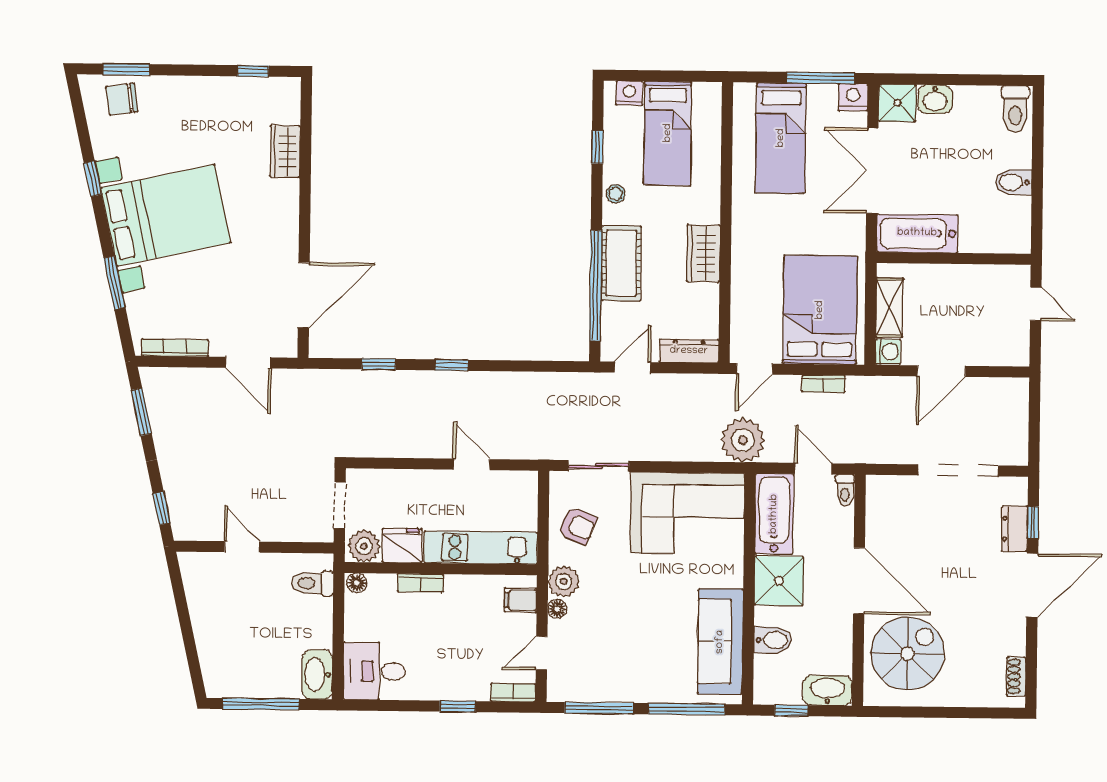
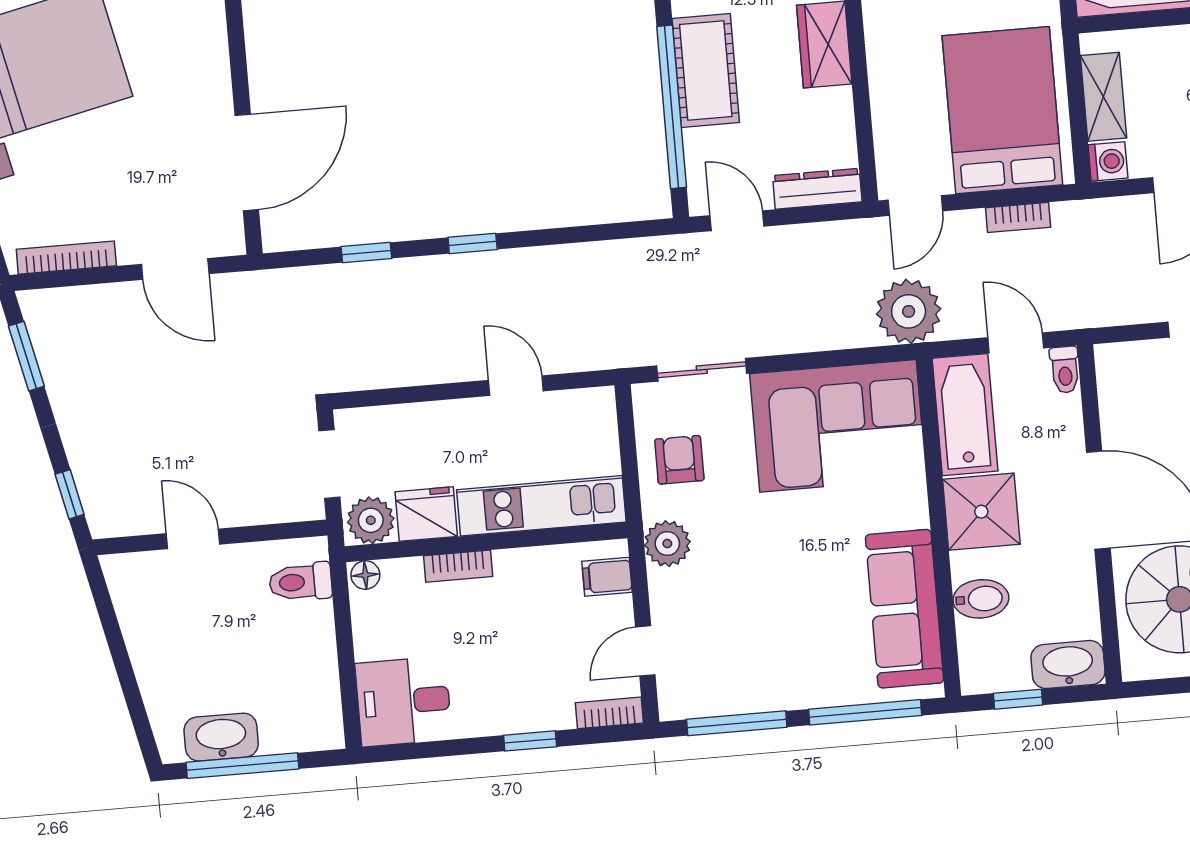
door: (632, 367) -> (737, 221), hinge flipped
armchair: (577, 526) -> (679, 460), turned -113
floor lamp: (557, 609) -> (662, 584), removed
washbasin: (317, 674) -> (221, 737), moved, turned 90

